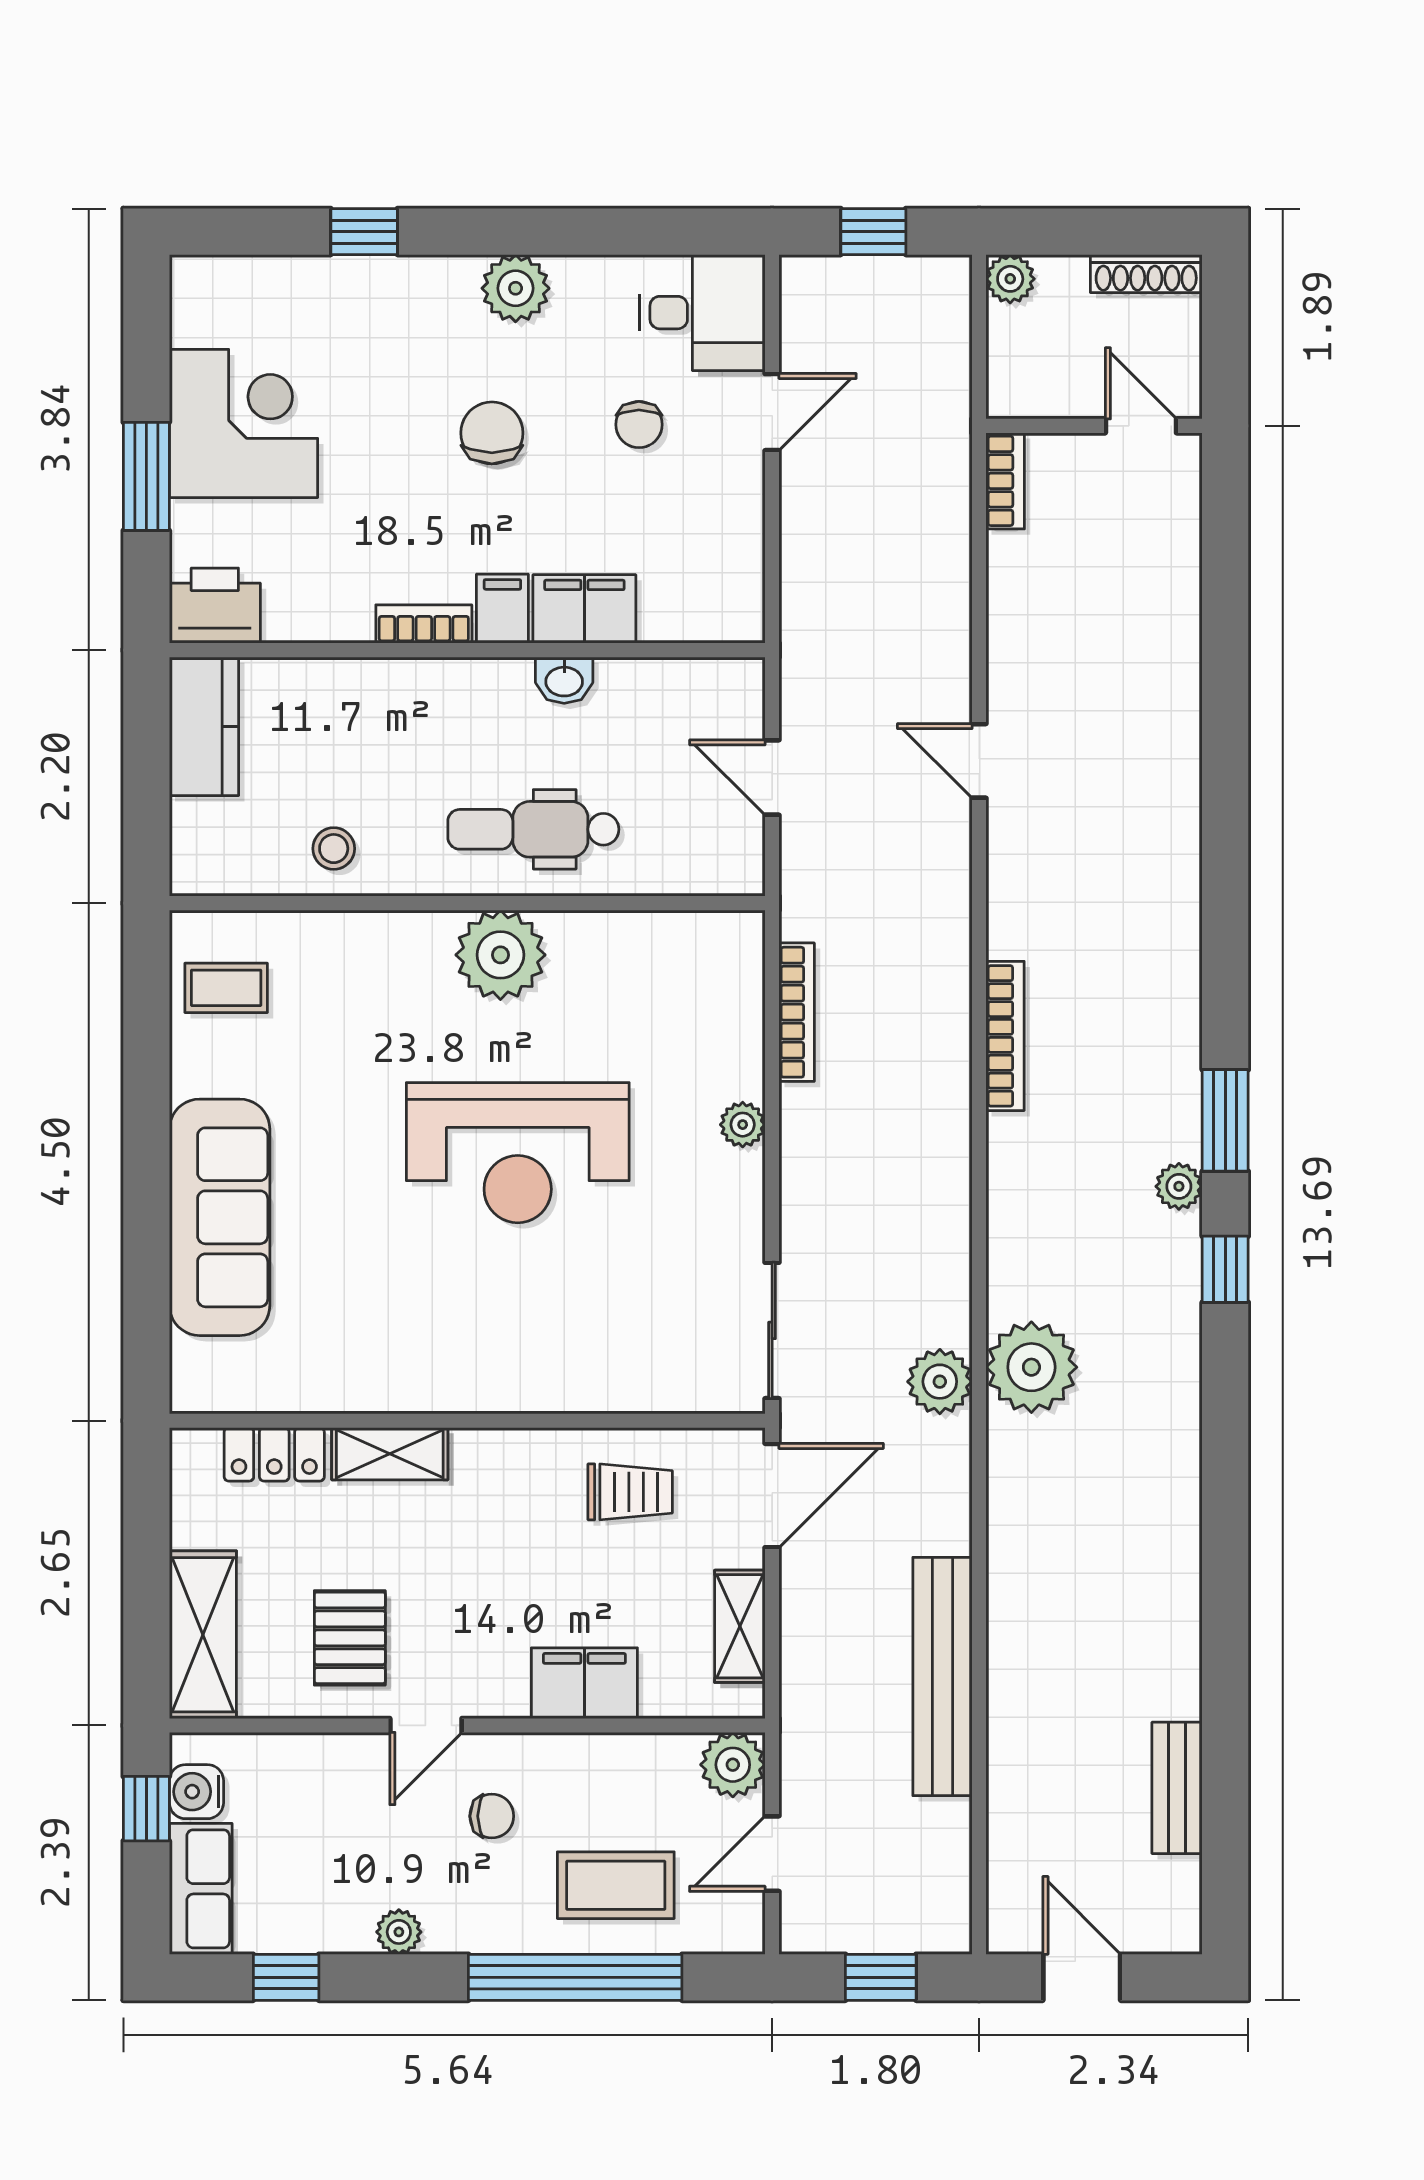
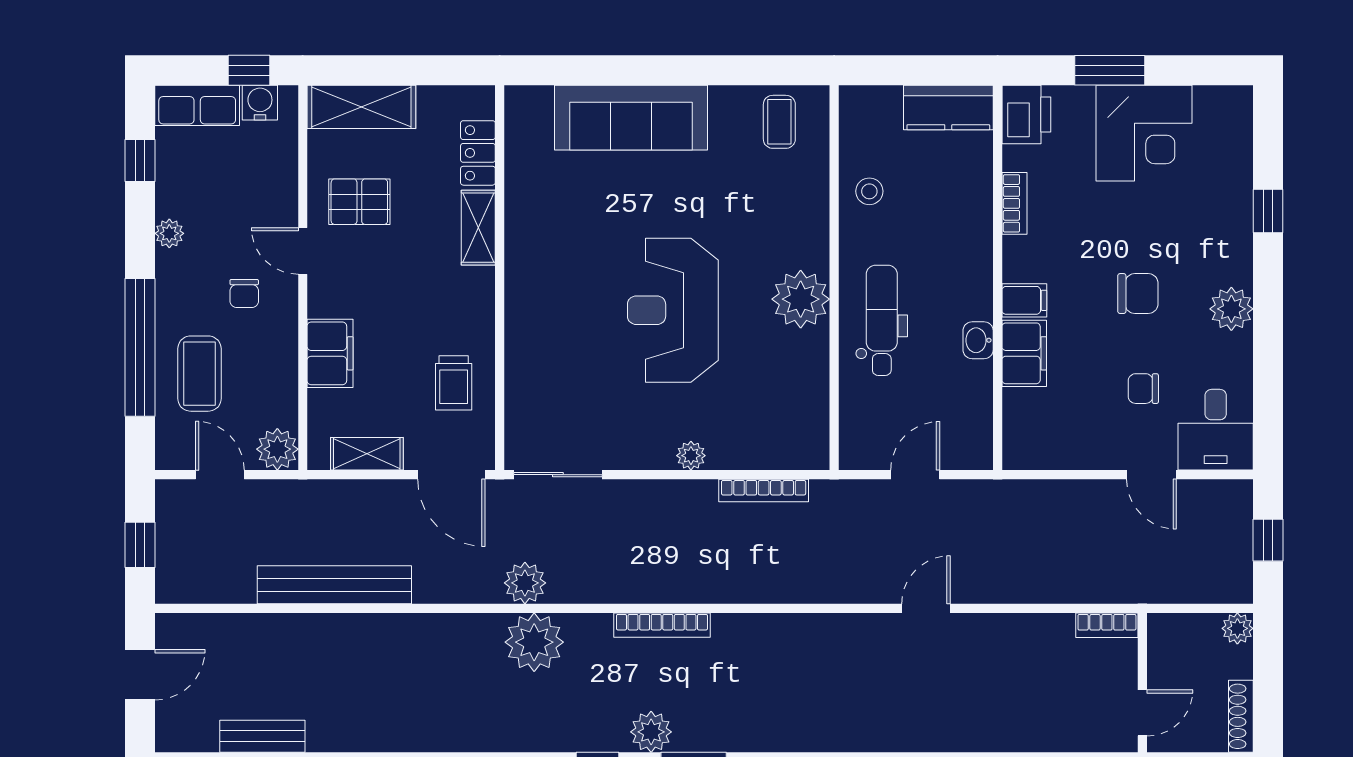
bookcase: (424, 624) -> (1014, 203), moved
bookcase: (1005, 1036) -> (662, 625), moved
plant: (1179, 1186) -> (651, 732), width x1.38, depth x1.38

